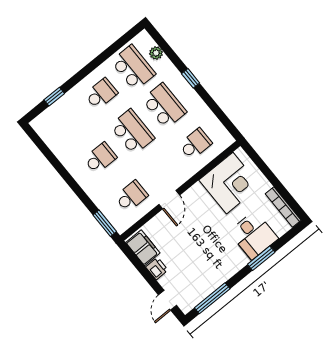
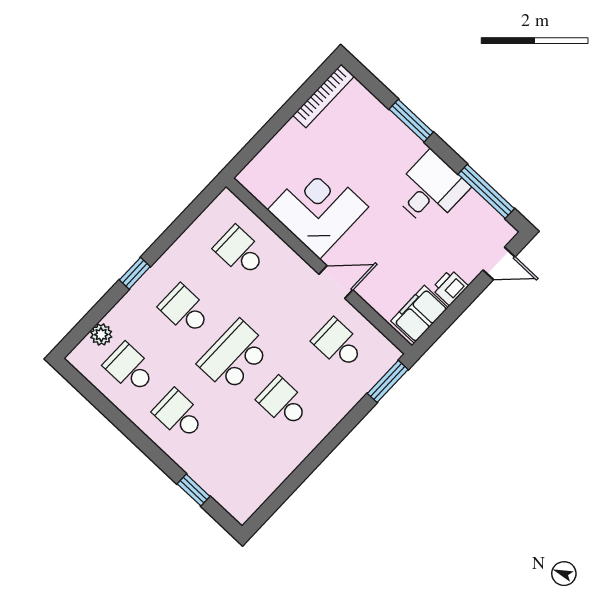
school desk: (133, 68) -> (130, 368), width x0.54
school desk: (164, 106) -> (185, 310), width x0.54
corner desk: (230, 183) -> (318, 208), moved
desk: (253, 235) -> (430, 190), moved

